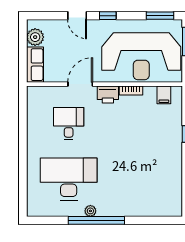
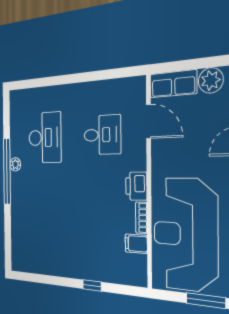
door: (80, 84) -> (149, 122), moved
filing cabinet: (164, 95) -> (136, 244), moved
desk: (69, 179) -> (45, 138), width x0.73, depth x0.77

